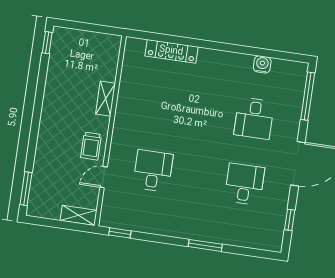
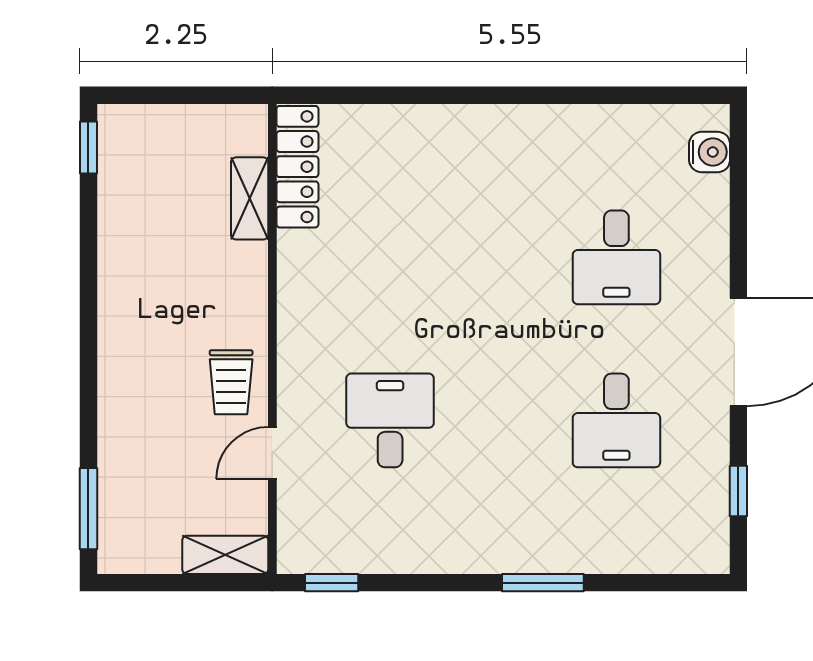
locker: (171, 51) -> (297, 167), moved, turned -90
water cooler: (262, 64) -> (710, 152), moved, turned 90
window: (308, 96) -> (738, 185), removed
shelving: (106, 99) -> (250, 198), moved
desk: (245, 184) -> (616, 420), turned 180

